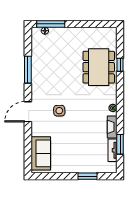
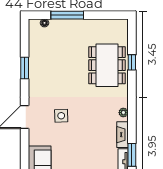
window: (51, 24) -> (67, 15), moved
window: (28, 70) -> (25, 68), width x0.69

